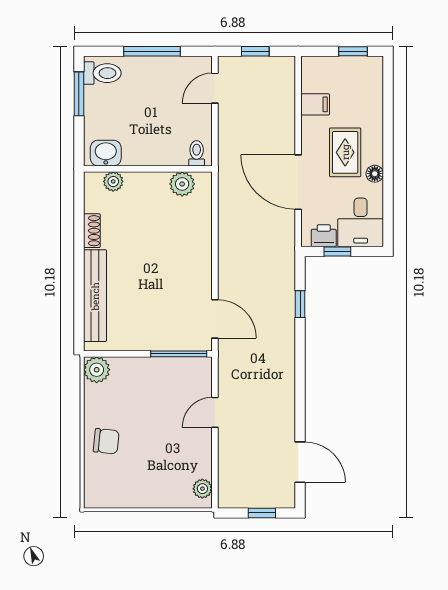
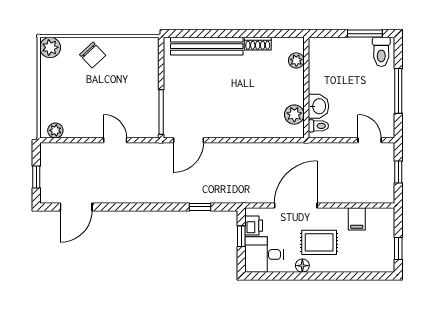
washbasin: (106, 153) -> (319, 106), moved
plant: (97, 370) -> (50, 47), moved
chair: (106, 441) -> (93, 55), turned -49

